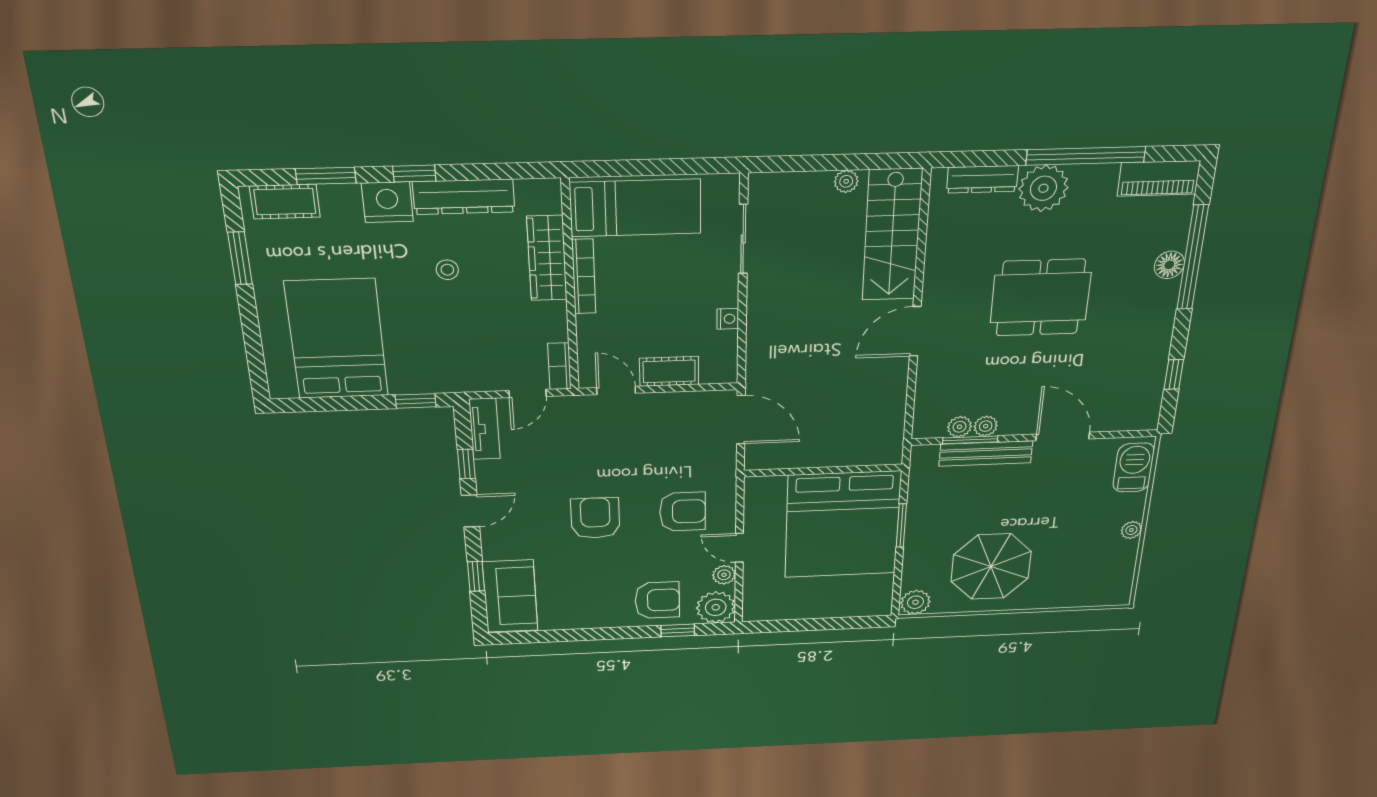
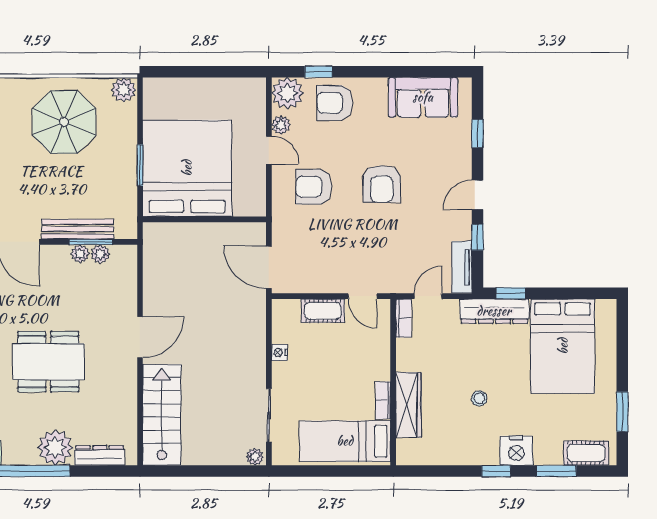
plant: (846, 181) -> (255, 457), moved
dresser: (464, 197) -> (494, 311), moved, turned 180
bookcase: (584, 277) -> (383, 400), width x0.64
sofa: (510, 596) -> (423, 97), moved, turned -90

